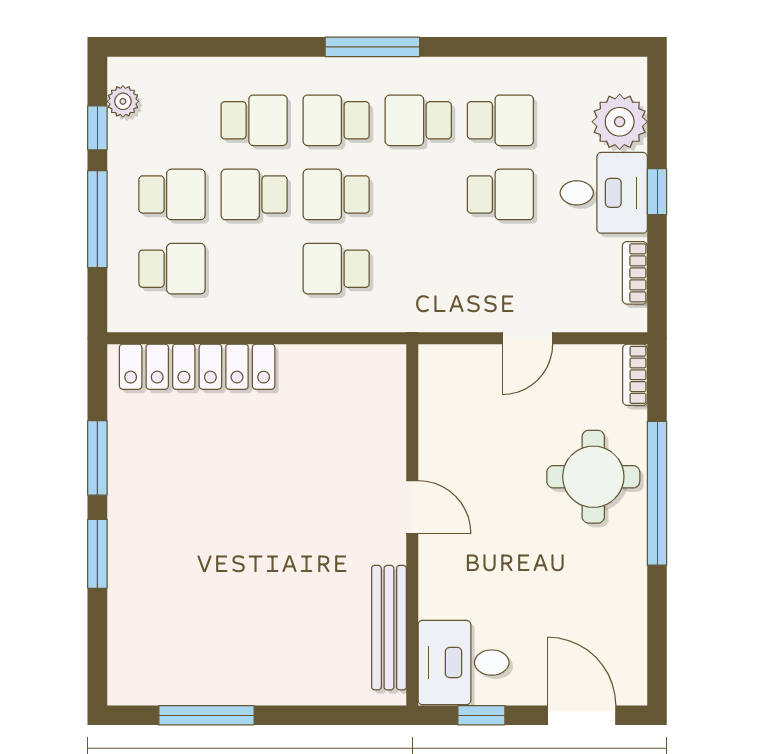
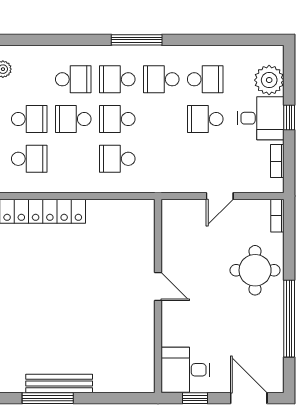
school desk: (500, 194) -> (205, 119), turned 180
window: (657, 493) -> (289, 319), moved
bench: (389, 628) -> (59, 384), moved, turned 90

